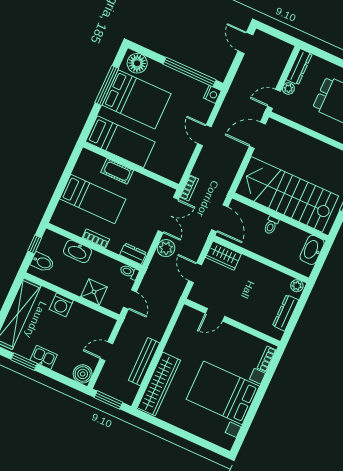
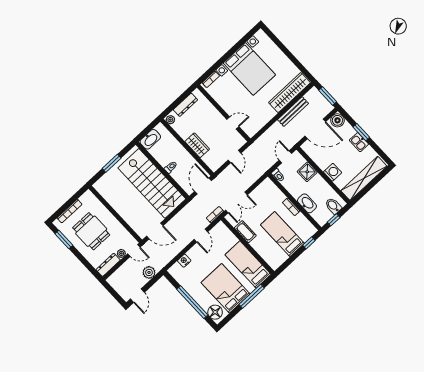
window: (190, 72) -> (192, 302), moved
window: (107, 86) -> (252, 296), moved
nightstand: (212, 94) -> (184, 261), moved
door: (204, 135) -> (201, 236), moved
cot: (117, 171) -> (245, 232), moved
window: (54, 202) -> (309, 243), added
double door: (168, 215) -> (236, 203), swing flipped
plant: (166, 248) -> (149, 272), moved
dresser: (133, 254) -> (271, 186), removed
wardrobe: (223, 256) -> (197, 145), moved
door: (106, 351) -> (315, 129), width x1.87
window: (24, 362) -> (361, 132), moved

